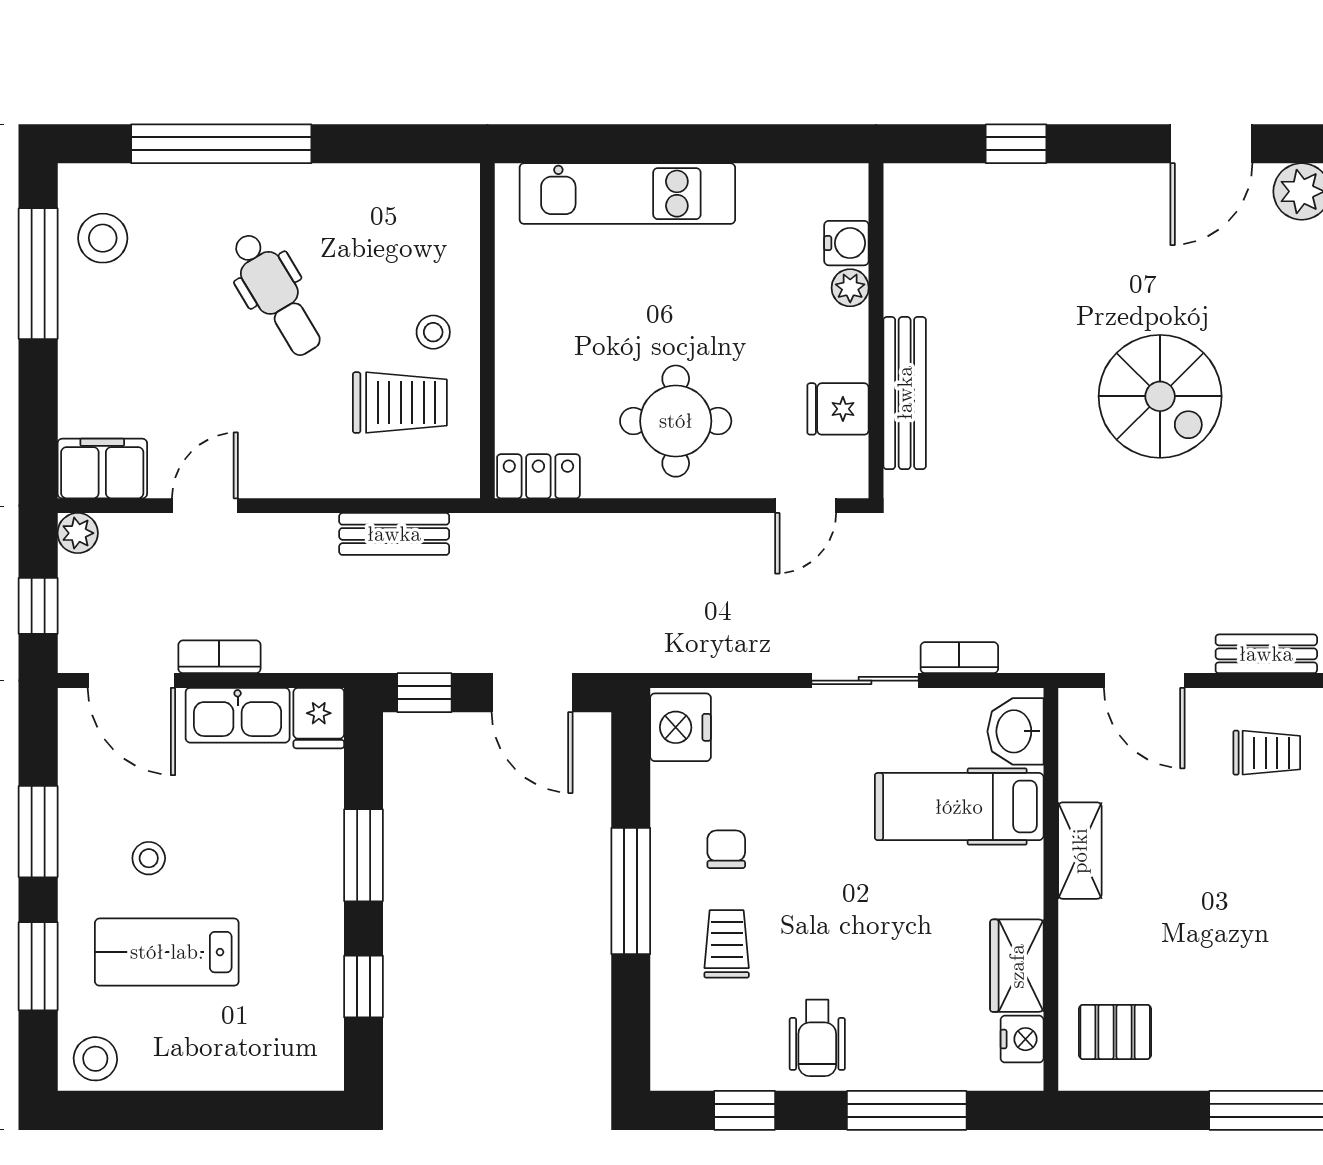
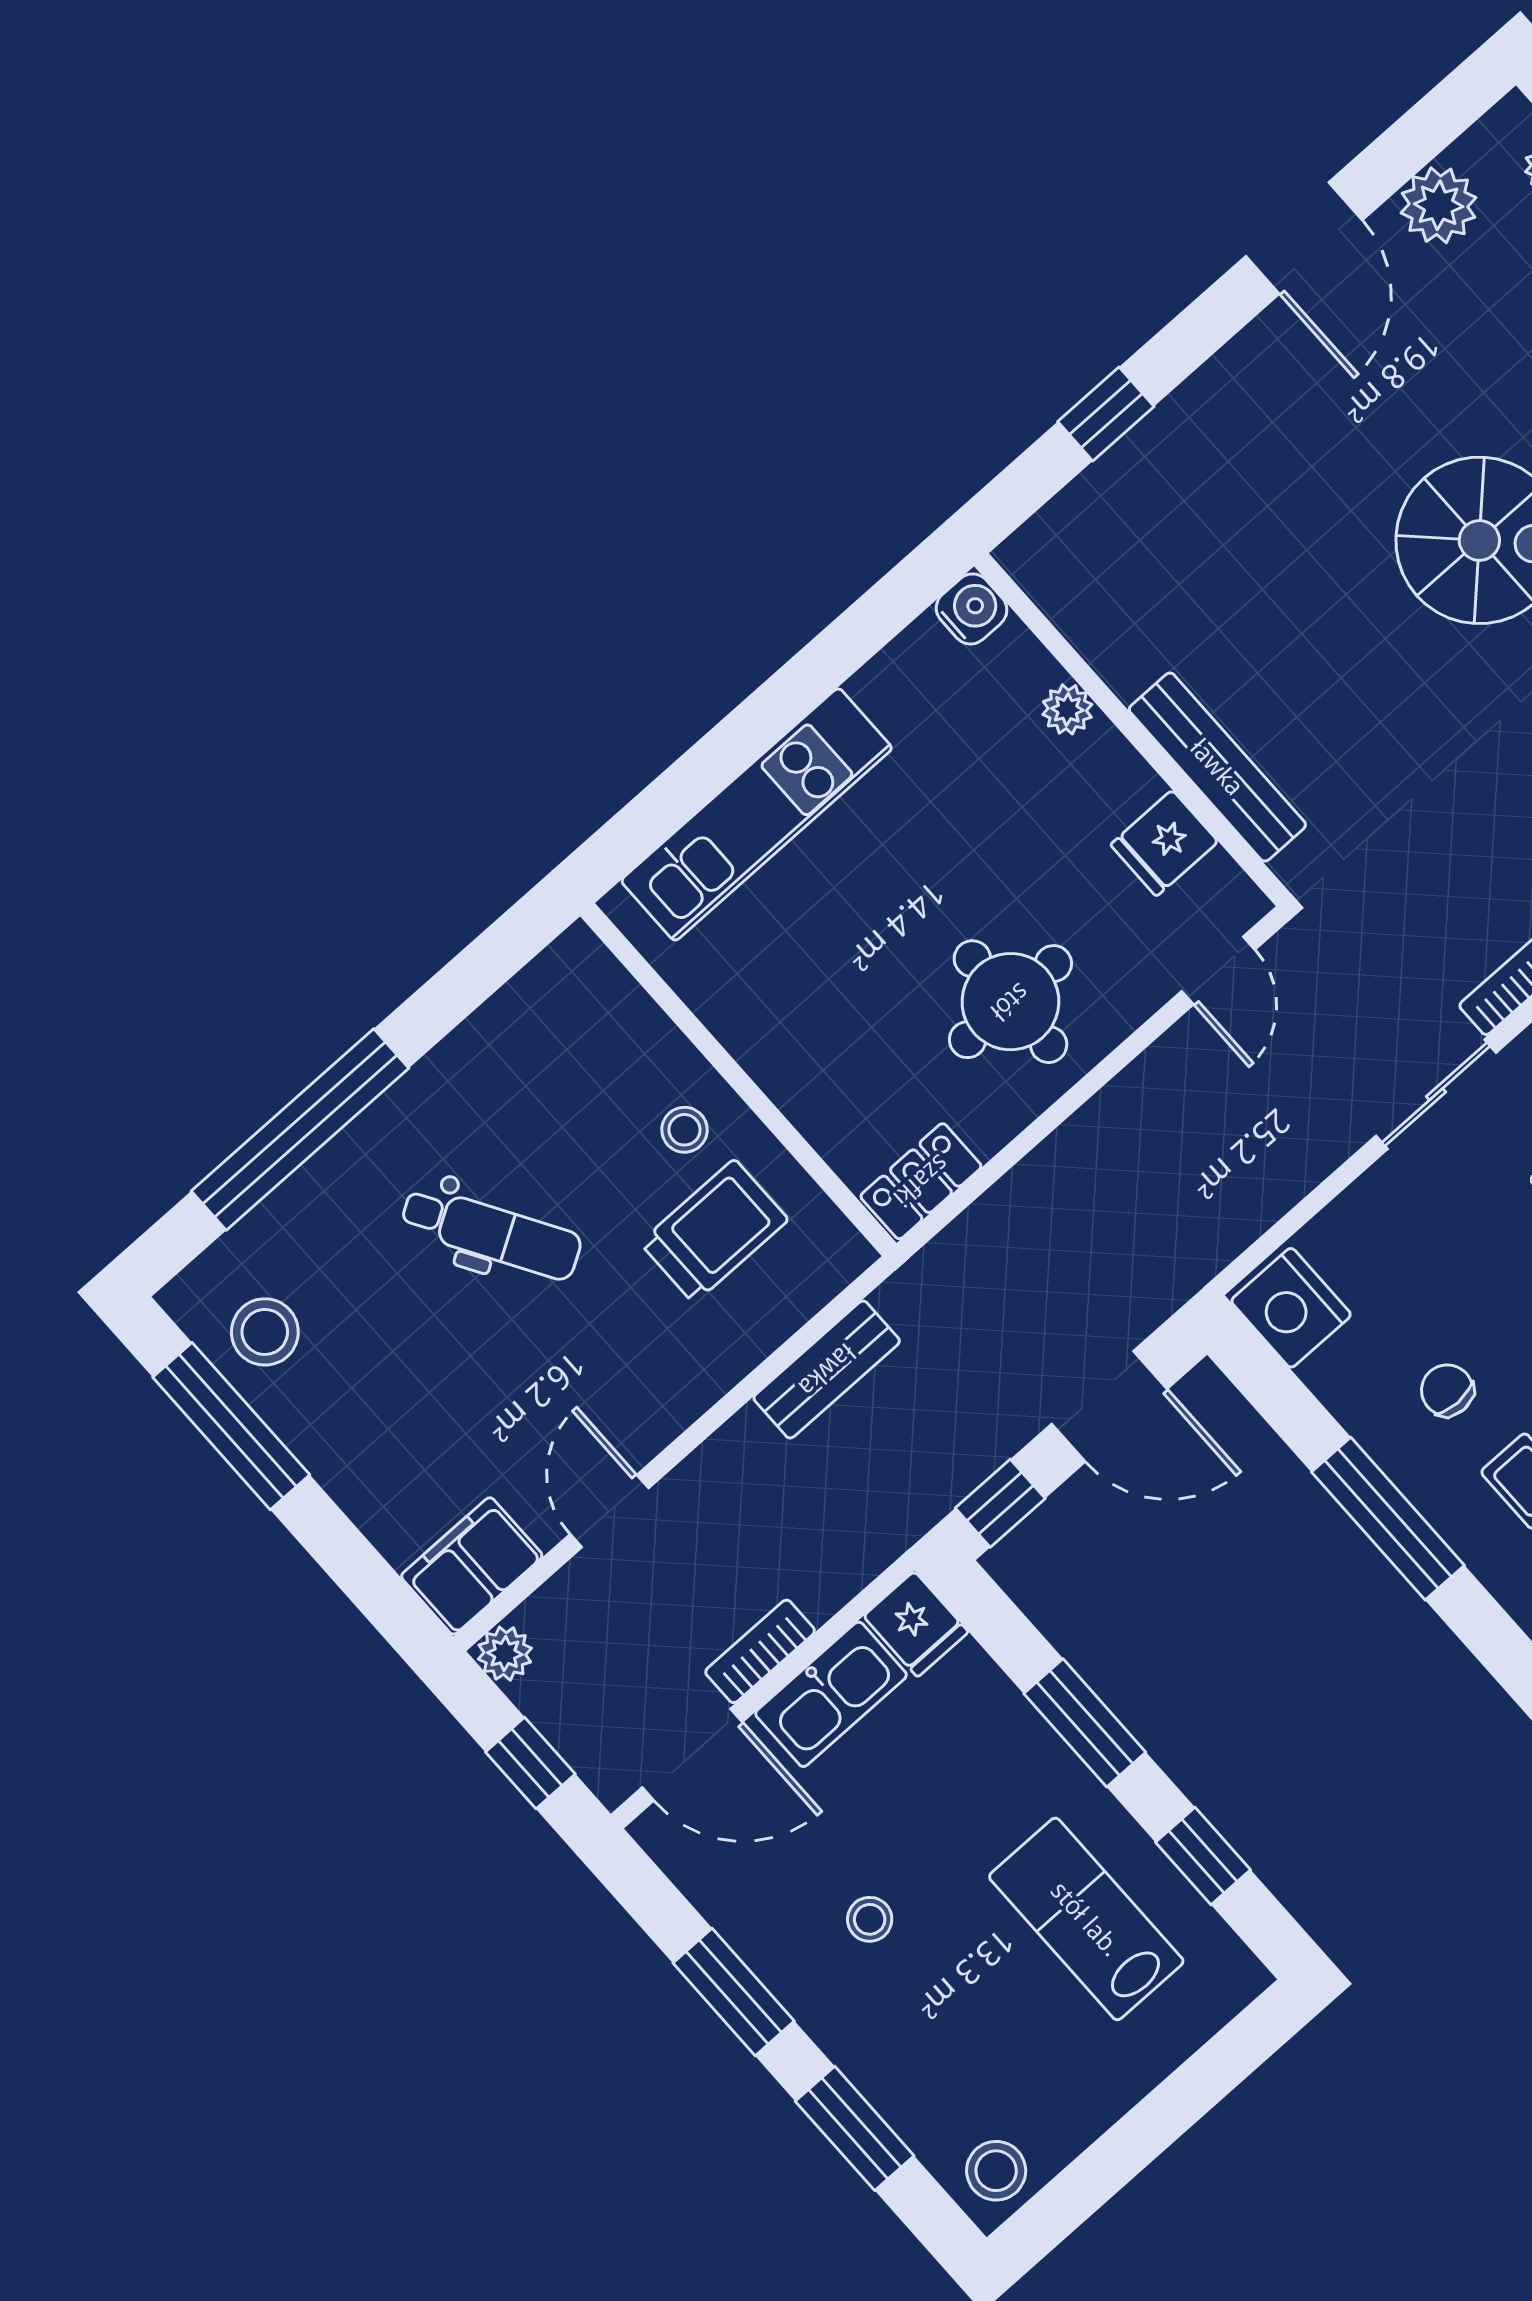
water cooler: (846, 243) -> (972, 609), moved
lab bench: (167, 952) -> (1086, 1919), moved, turned 90

